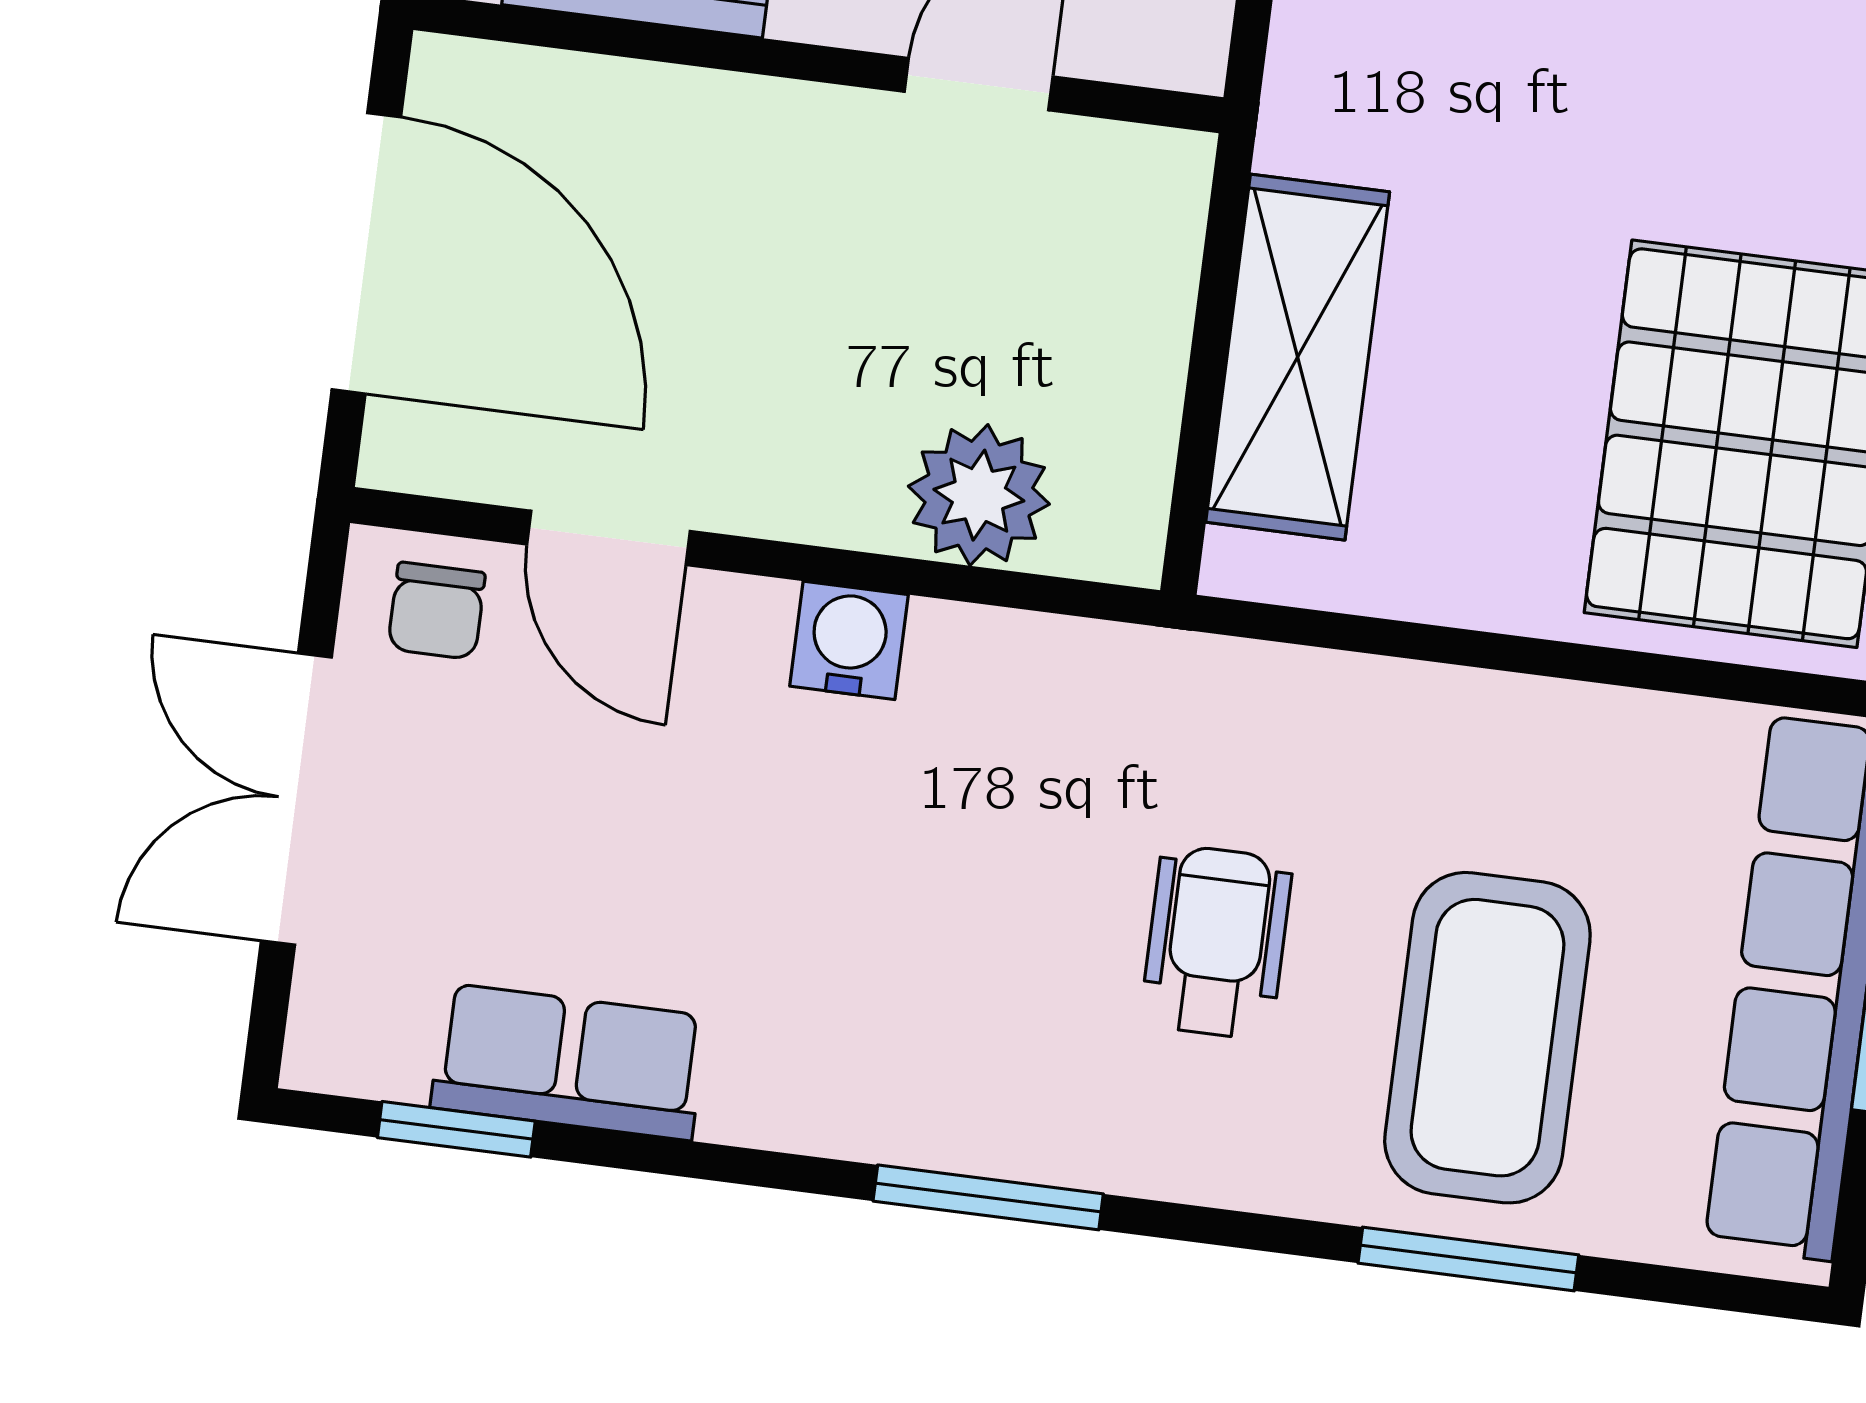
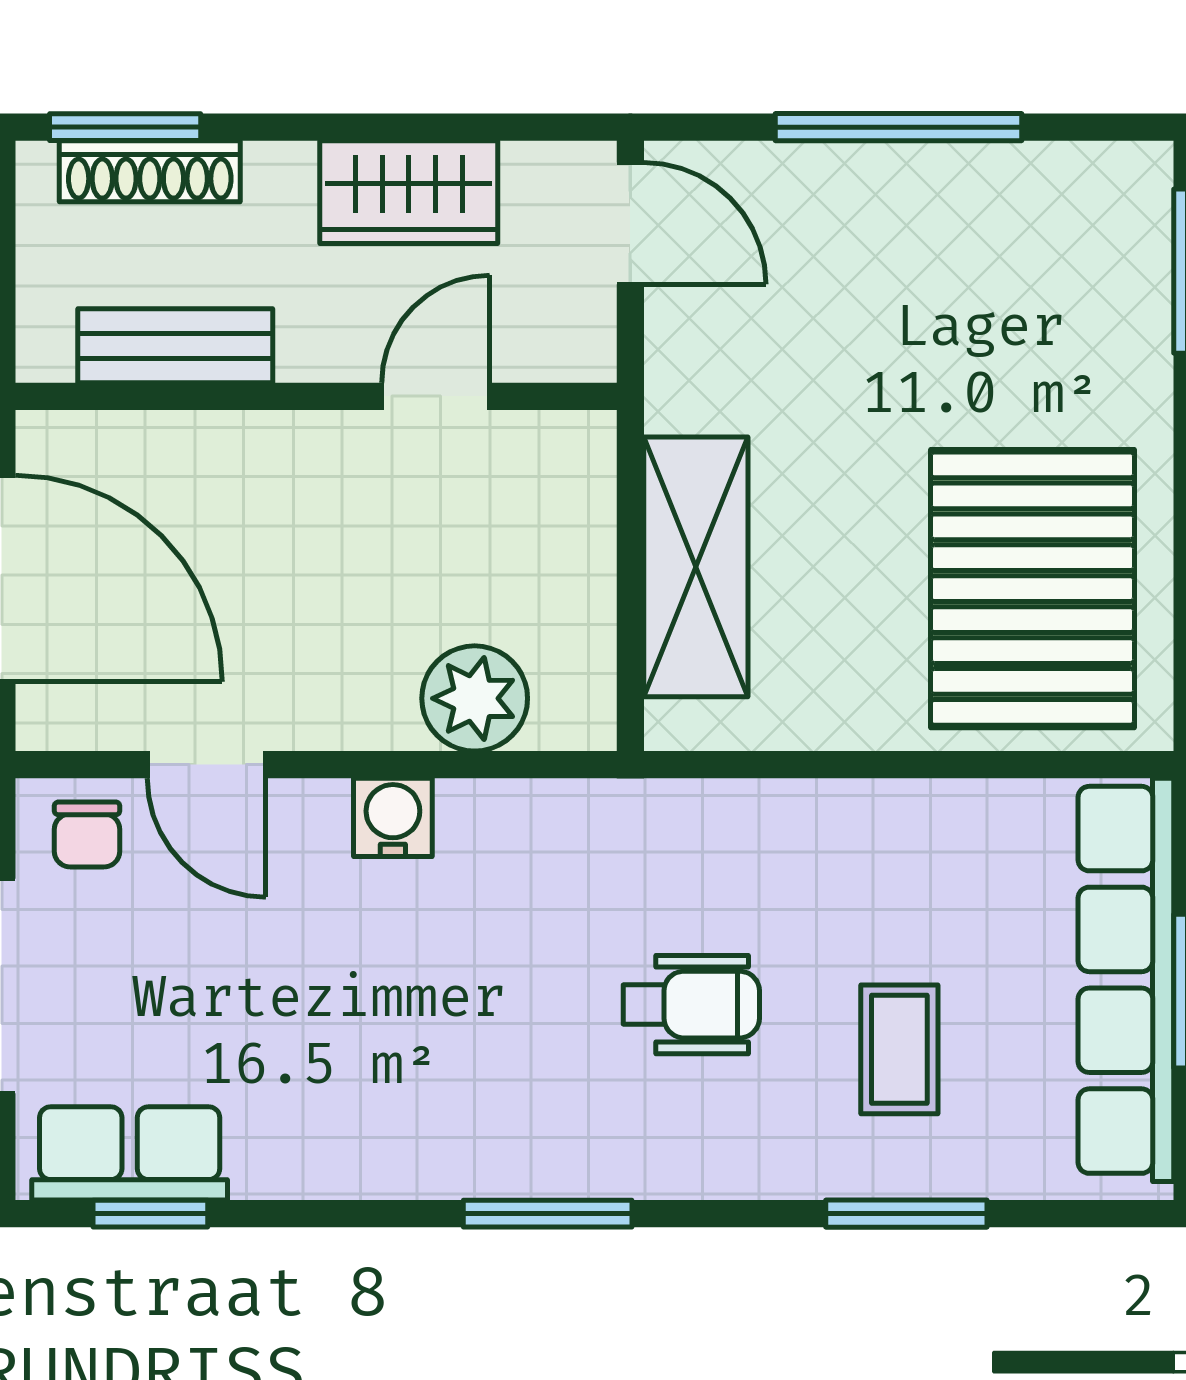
wheelchair: (1216, 942) -> (691, 1005), turned 90
coffee table: (1487, 1038) -> (899, 1049), width x0.54, depth x0.58
row of seats: (569, 1062) -> (130, 1153), moved

